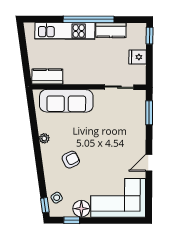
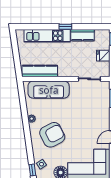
window: (89, 19) -> (65, 27), width x0.32
kitchen counter: (47, 77) -> (40, 71), width x1.50
armchair: (71, 160) -> (52, 135), width x1.88, depth x1.88

